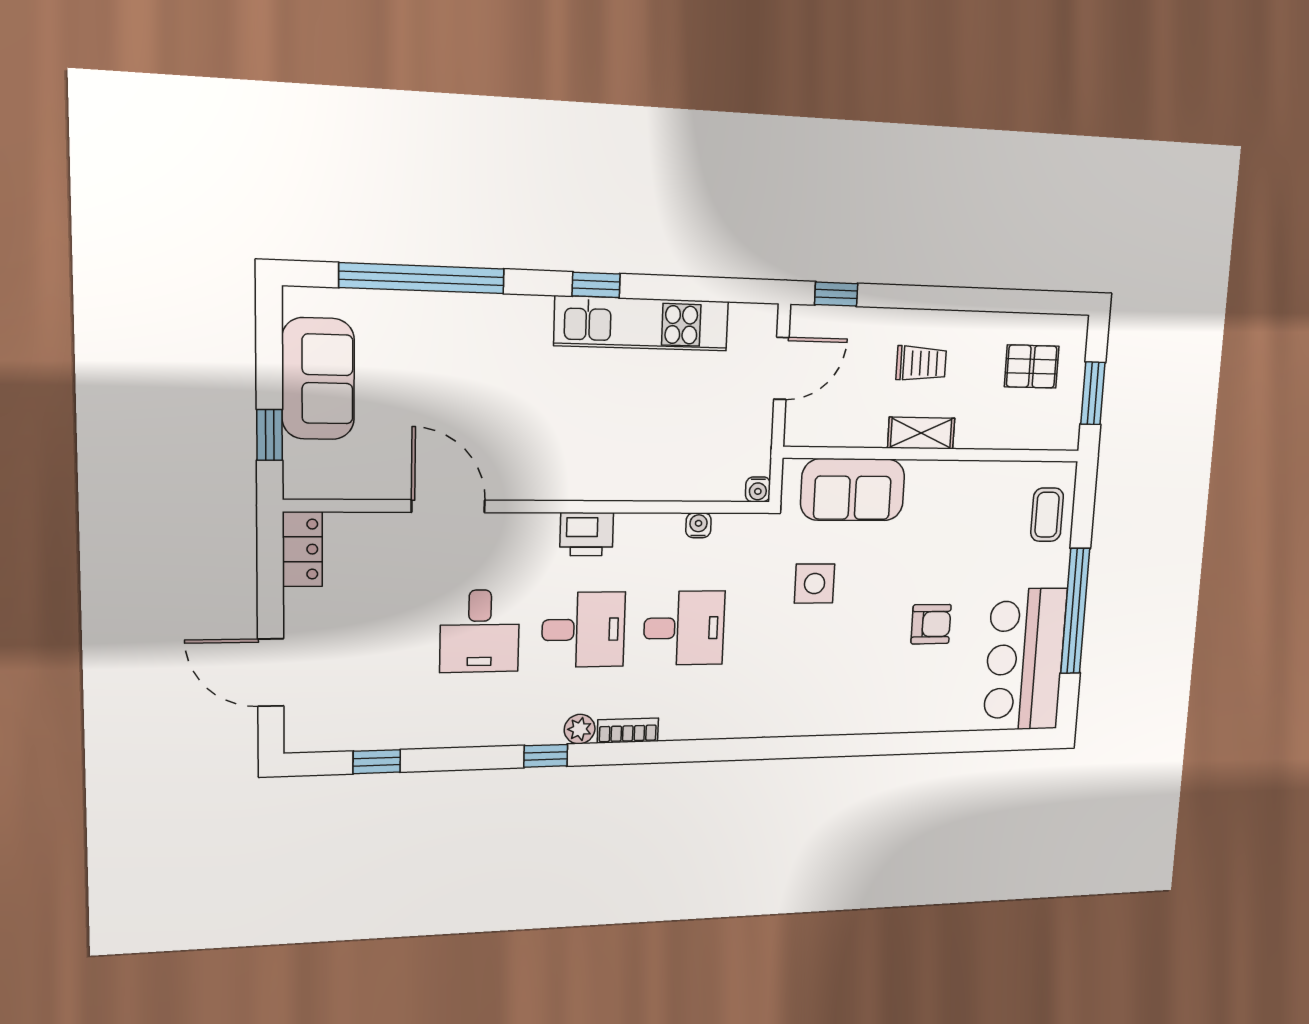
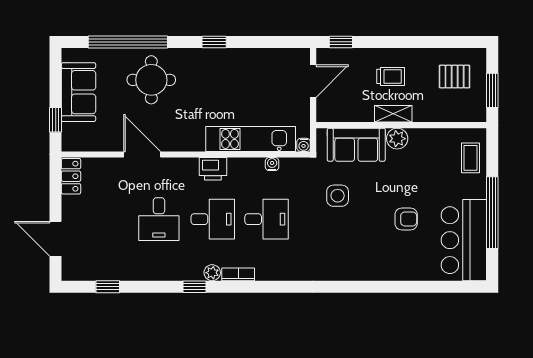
kitchen unit: (642, 324) -> (251, 139), moved, turned 180
round table: (469, 357) -> (151, 80), added
plant: (925, 479) -> (397, 139), added

